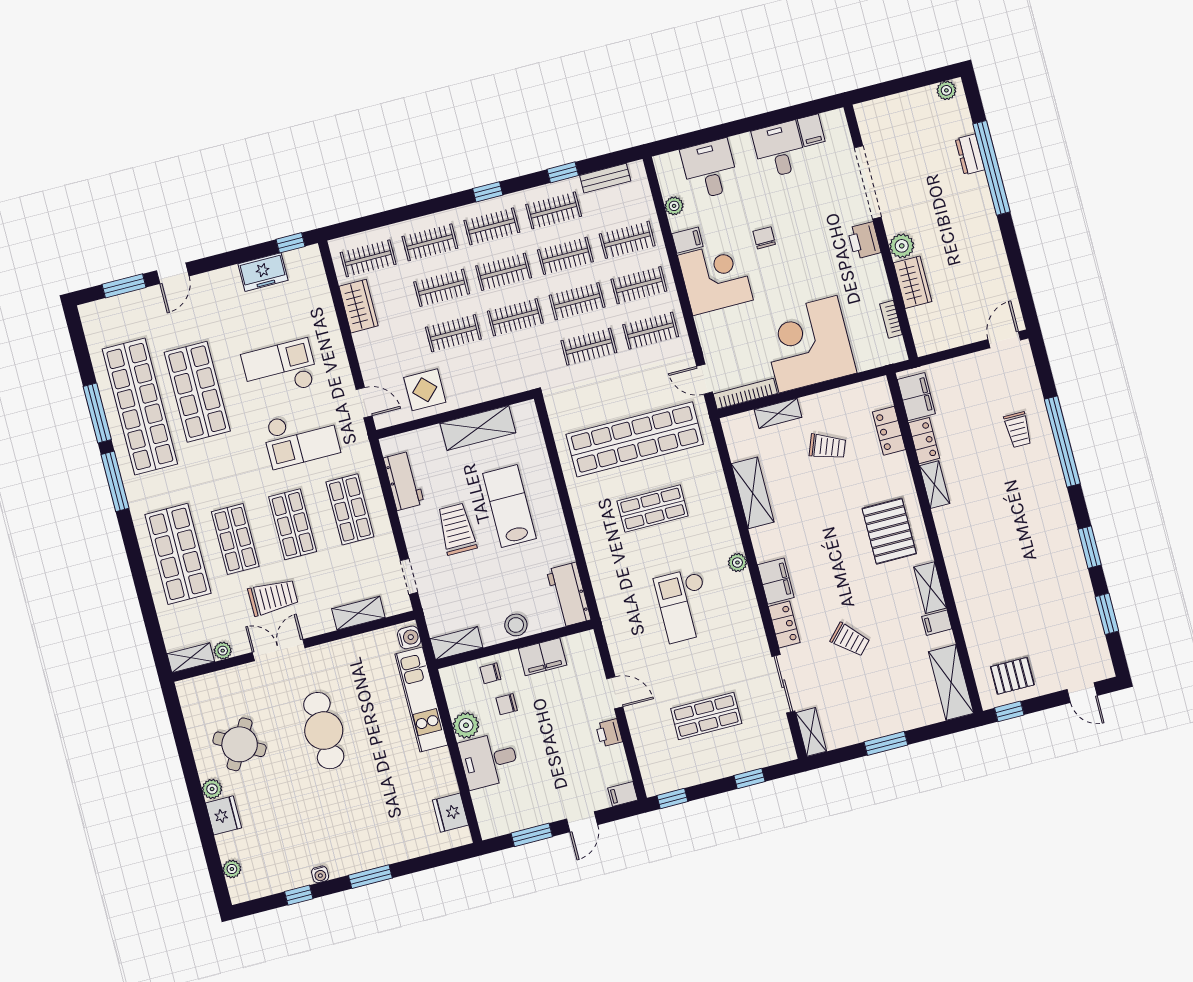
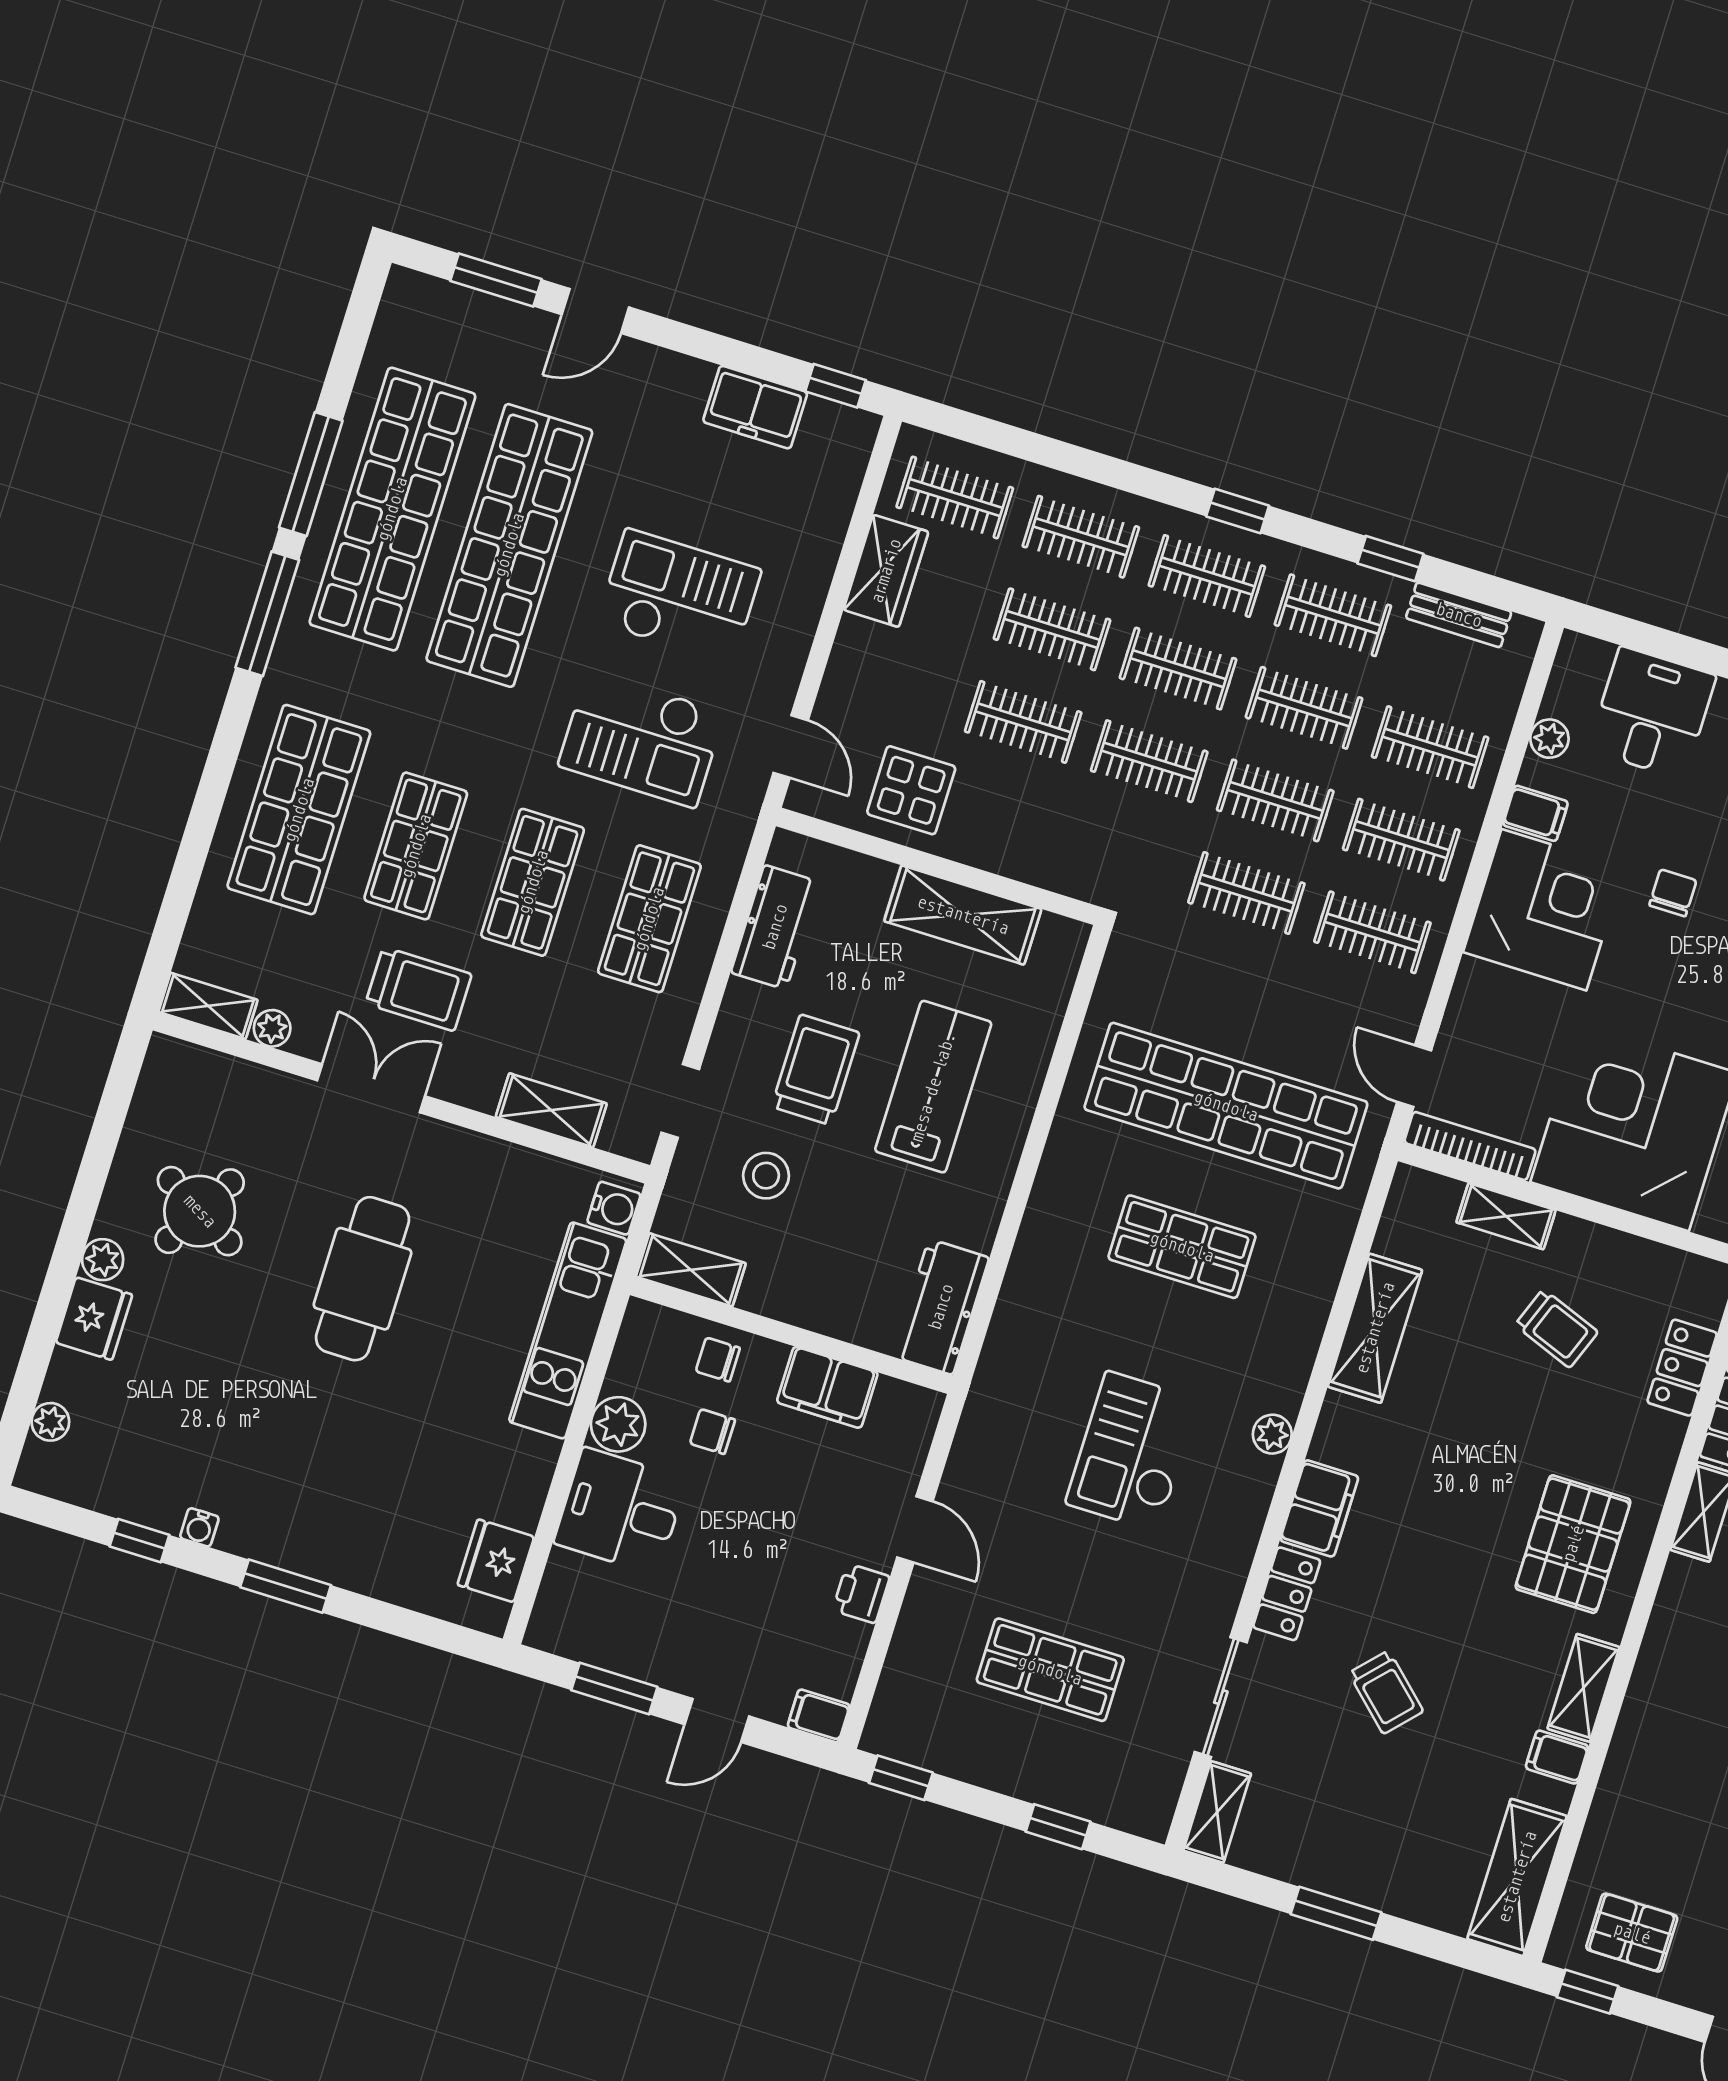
shop shelf: (197, 392) -> (509, 545), width x1.40
stool: (516, 625) -> (766, 1176), moved

